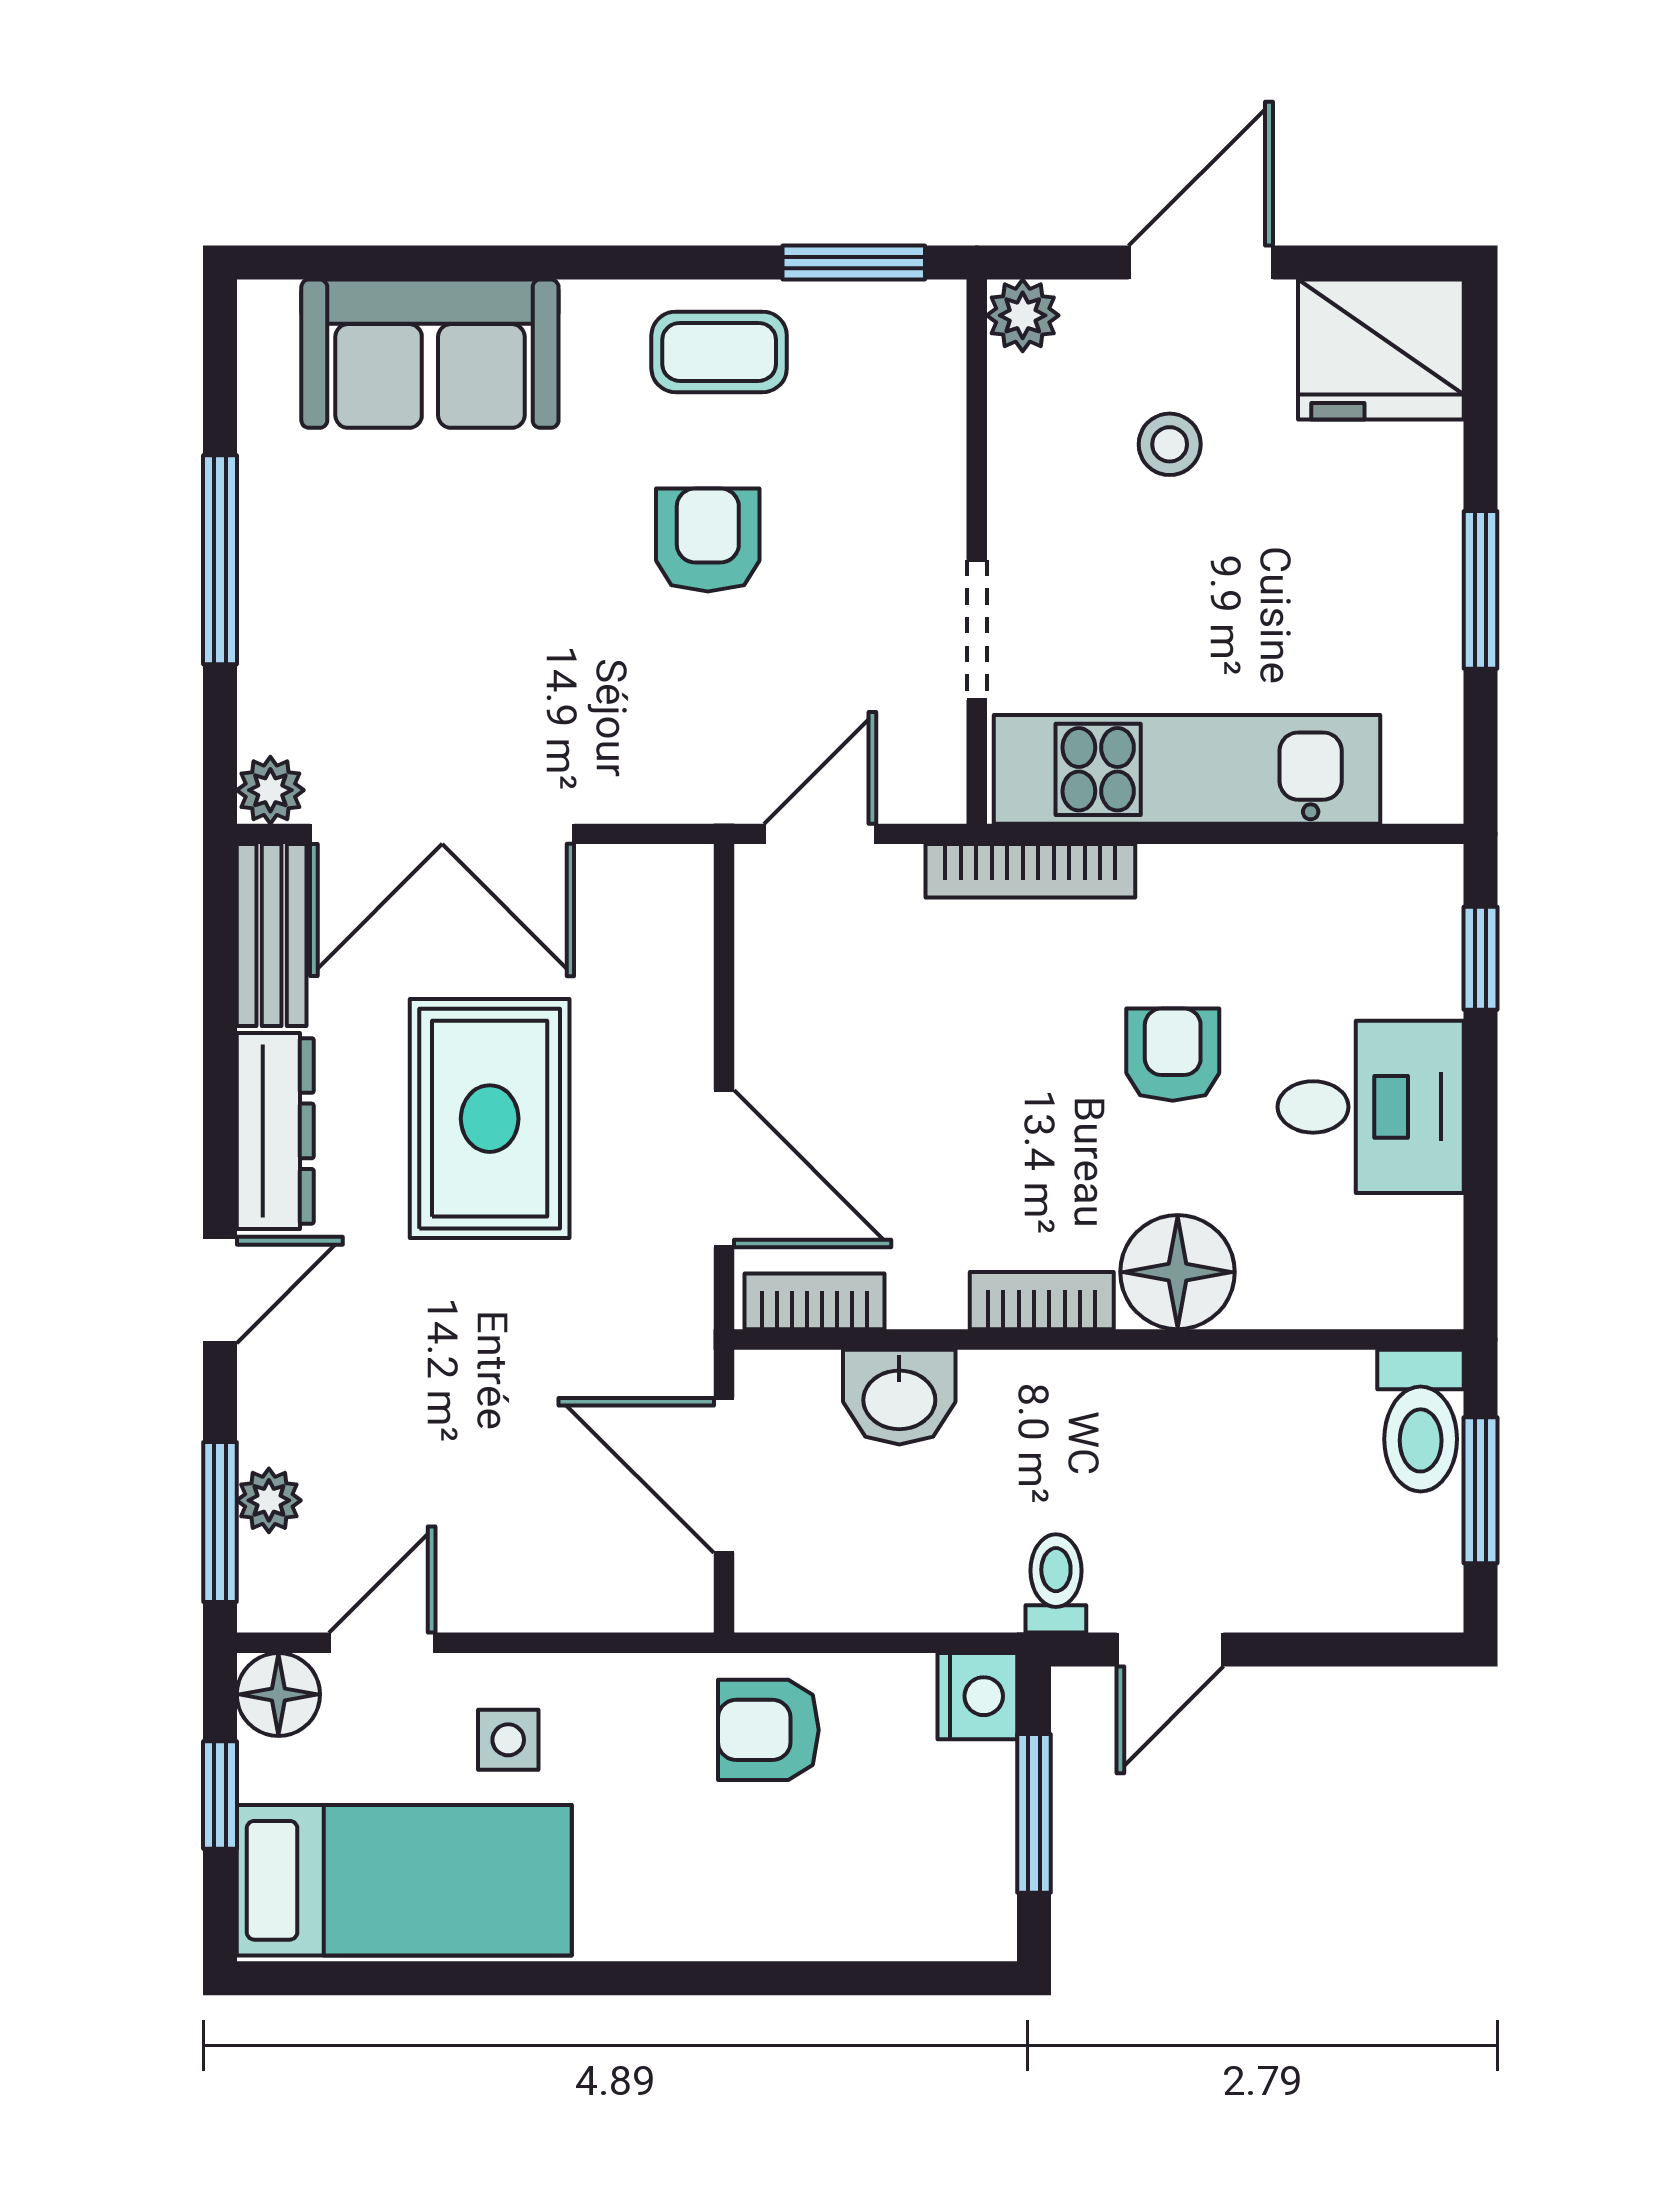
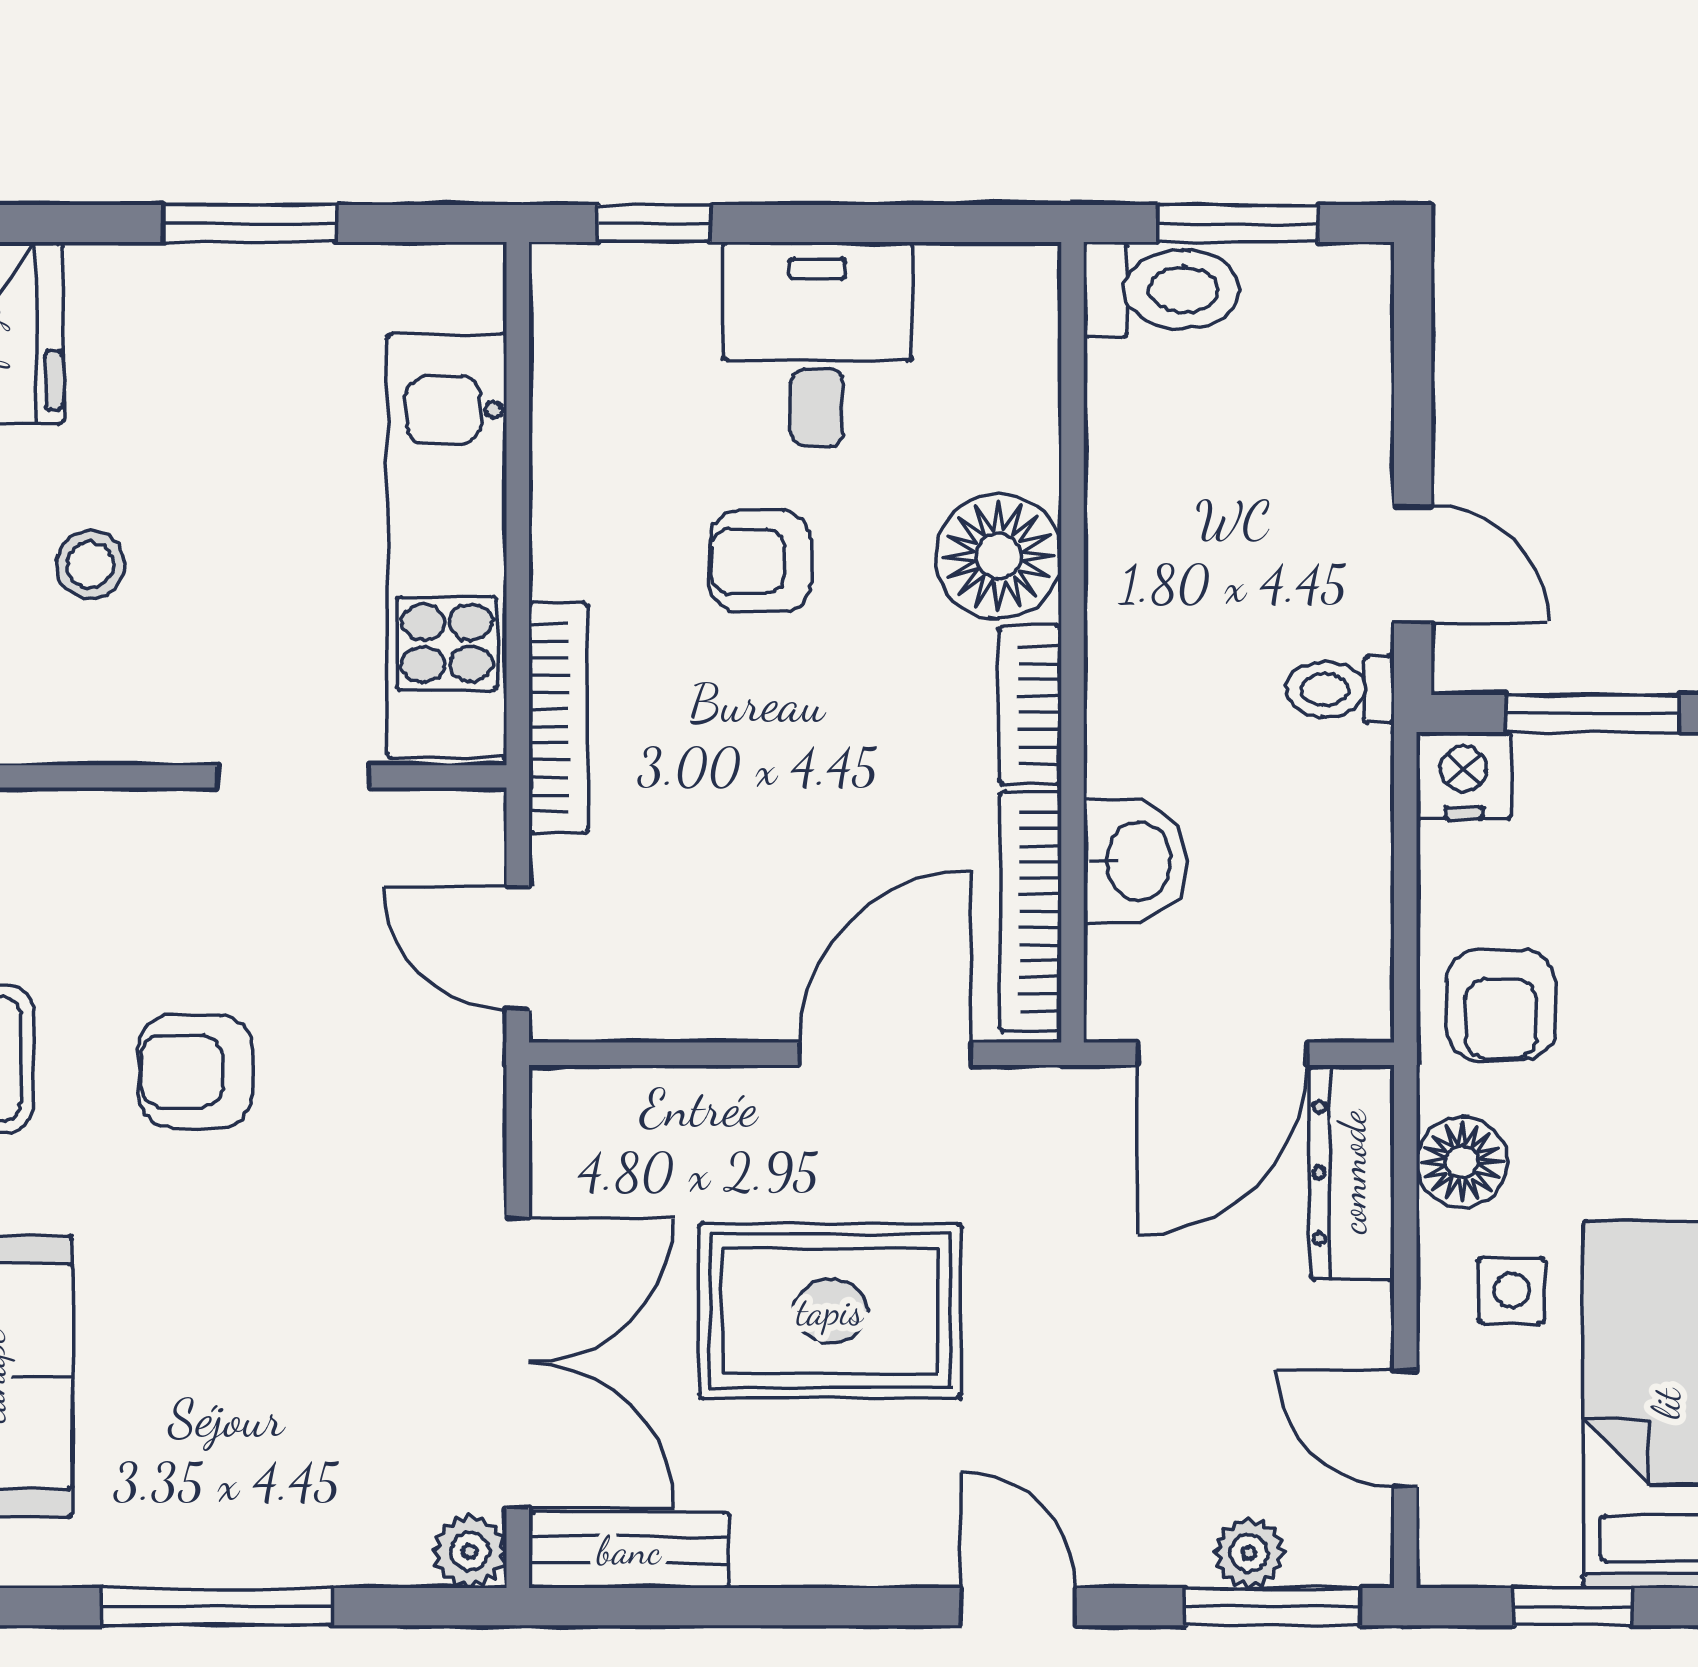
dresser: (275, 1131) -> (1352, 1172), moved, turned -90
bookcase: (814, 1301) -> (1031, 911), width x1.56
floor lamp: (278, 1694) -> (1462, 1162), moved

